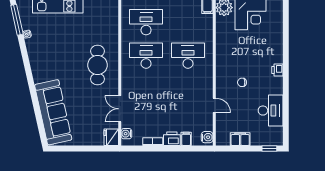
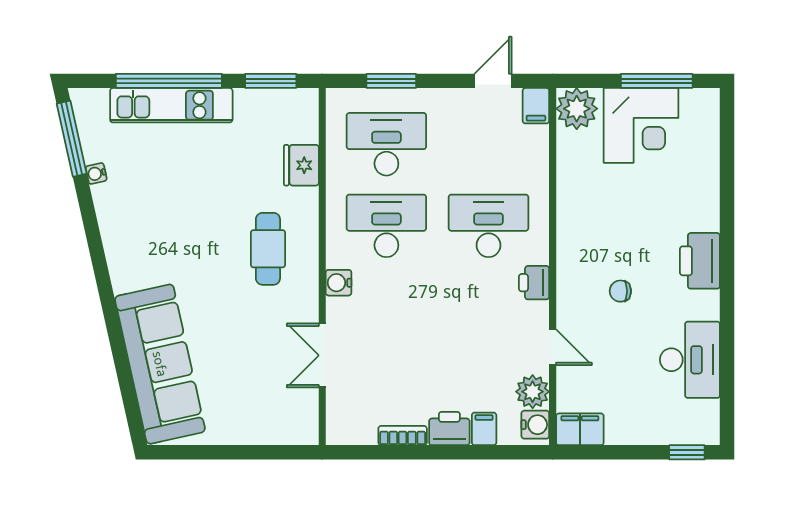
cafe table: (97, 65) -> (268, 249), width x0.73, depth x0.74
printer: (277, 70) -> (700, 261), width x1.87, depth x1.48
printer: (207, 79) -> (534, 283), added
plant: (206, 124) -> (533, 392), added
water cooler: (126, 134) -> (339, 283), moved
fridge: (111, 137) -> (301, 165), moved
filing cabinet: (240, 139) -> (580, 429), moved

